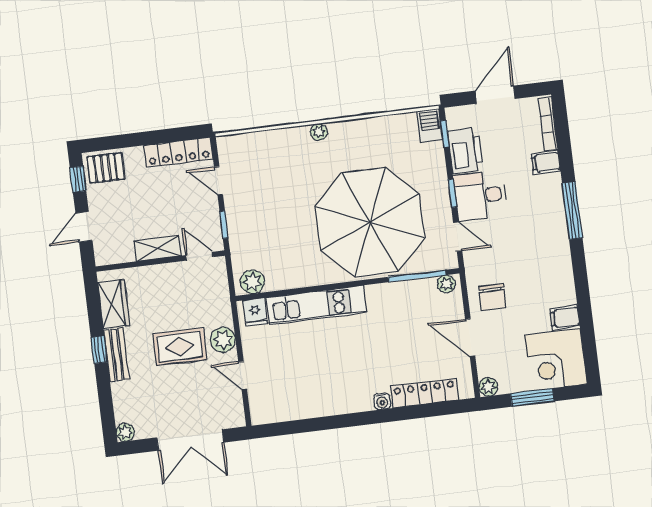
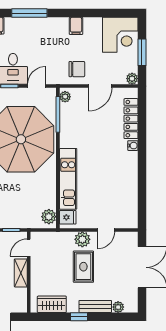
filing cabinet: (565, 318) -> (76, 26), moved
bench: (117, 355) -> (95, 306), moved
plant: (125, 432) -> (118, 307), moved

